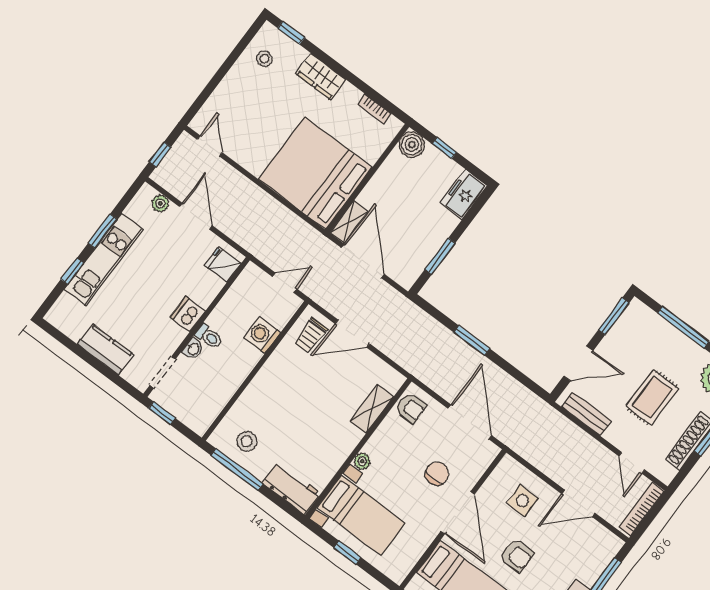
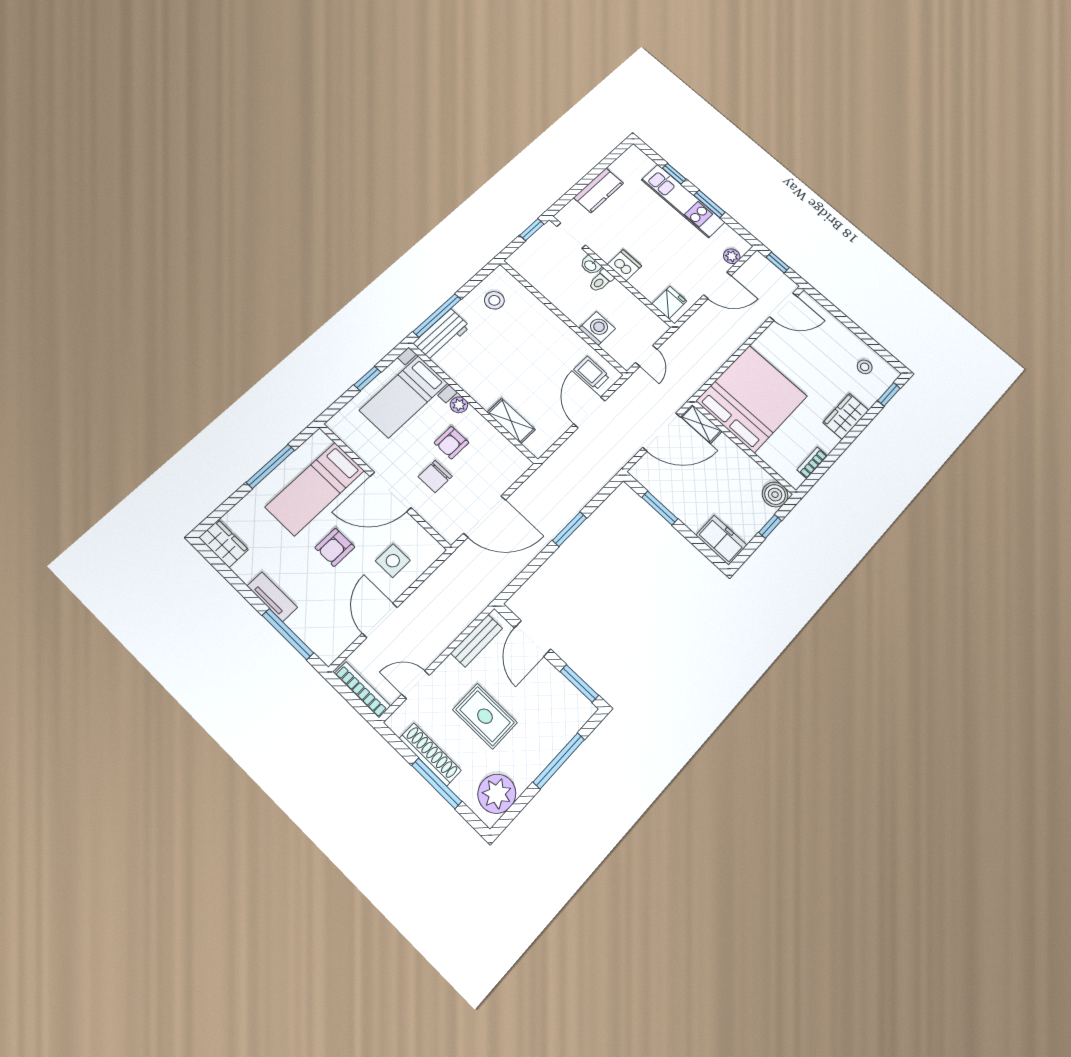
door: (210, 146) -> (784, 307), width x1.38
armchair: (411, 408) -> (451, 443), moved
window: (237, 470) -> (437, 315), moved
chair: (437, 474) -> (435, 476), turned 90

